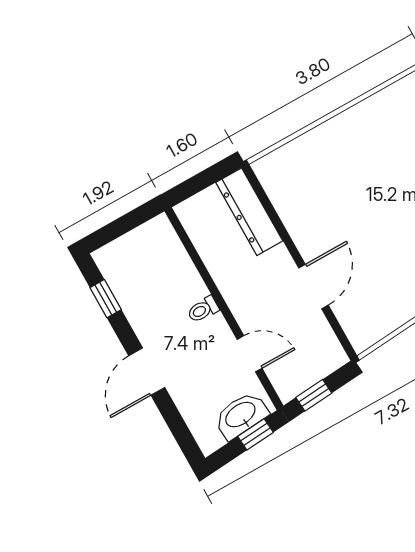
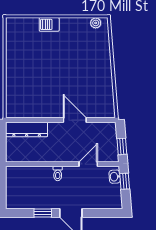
window: (106, 299) -> (43, 213), moved
washbasin: (241, 415) -> (115, 177), width x0.52, depth x0.69

